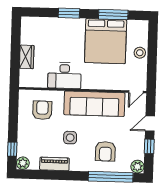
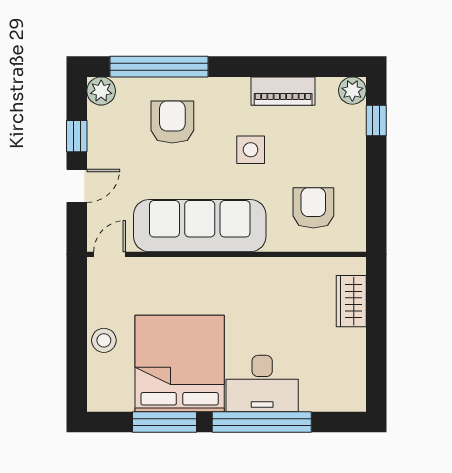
window: (69, 13) -> (262, 422), width x2.11
wardrobe: (27, 57) -> (351, 301), moved
desk: (64, 75) -> (262, 384), moved, turned 180
armchair: (42, 110) -> (313, 208), turned 180

